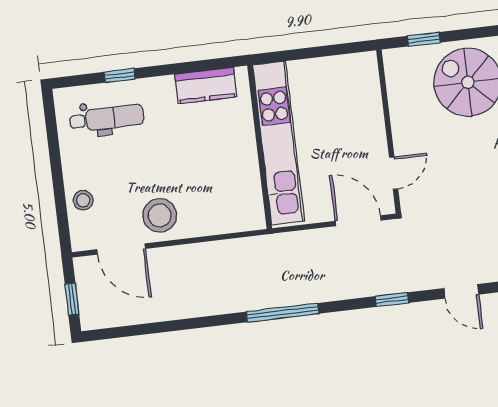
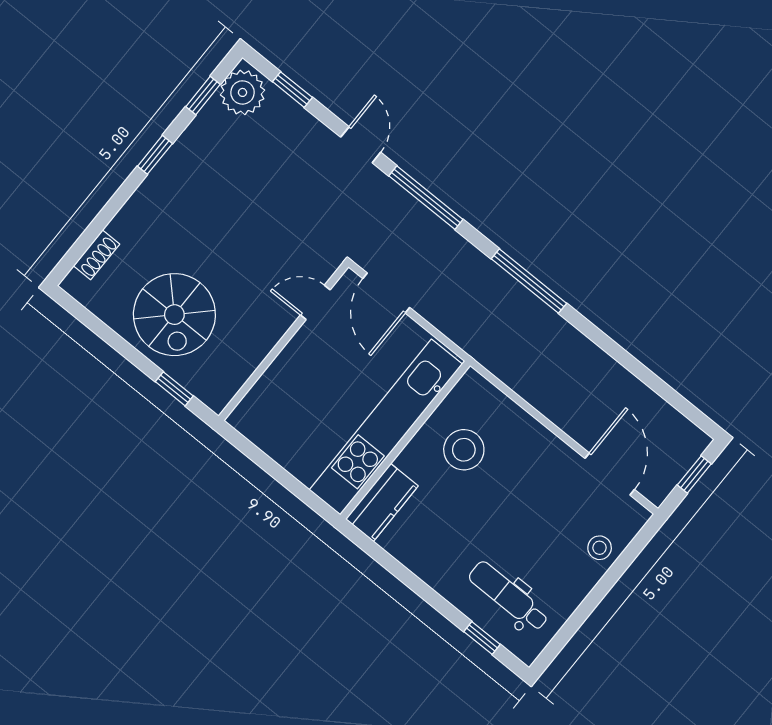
window: (120, 75) -> (482, 638), moved
kitchen counter: (206, 86) -> (382, 503), moved, turned 90
stool: (160, 215) -> (464, 450), moved
window: (392, 300) -> (426, 198), width x2.17

